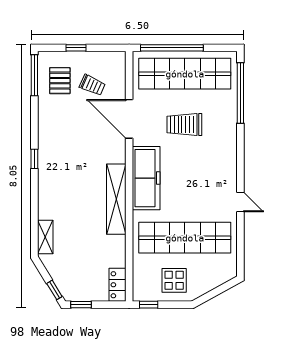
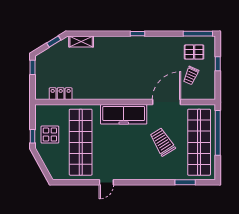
window: (240, 93) -> (185, 182), width x0.47
trolley: (184, 125) -> (162, 142), turned -32
shelving: (116, 199) -> (108, 93), removed
locker: (118, 285) -> (61, 94), moved
window: (54, 290) -> (54, 42), moved
window: (149, 305) -> (32, 136), moved

